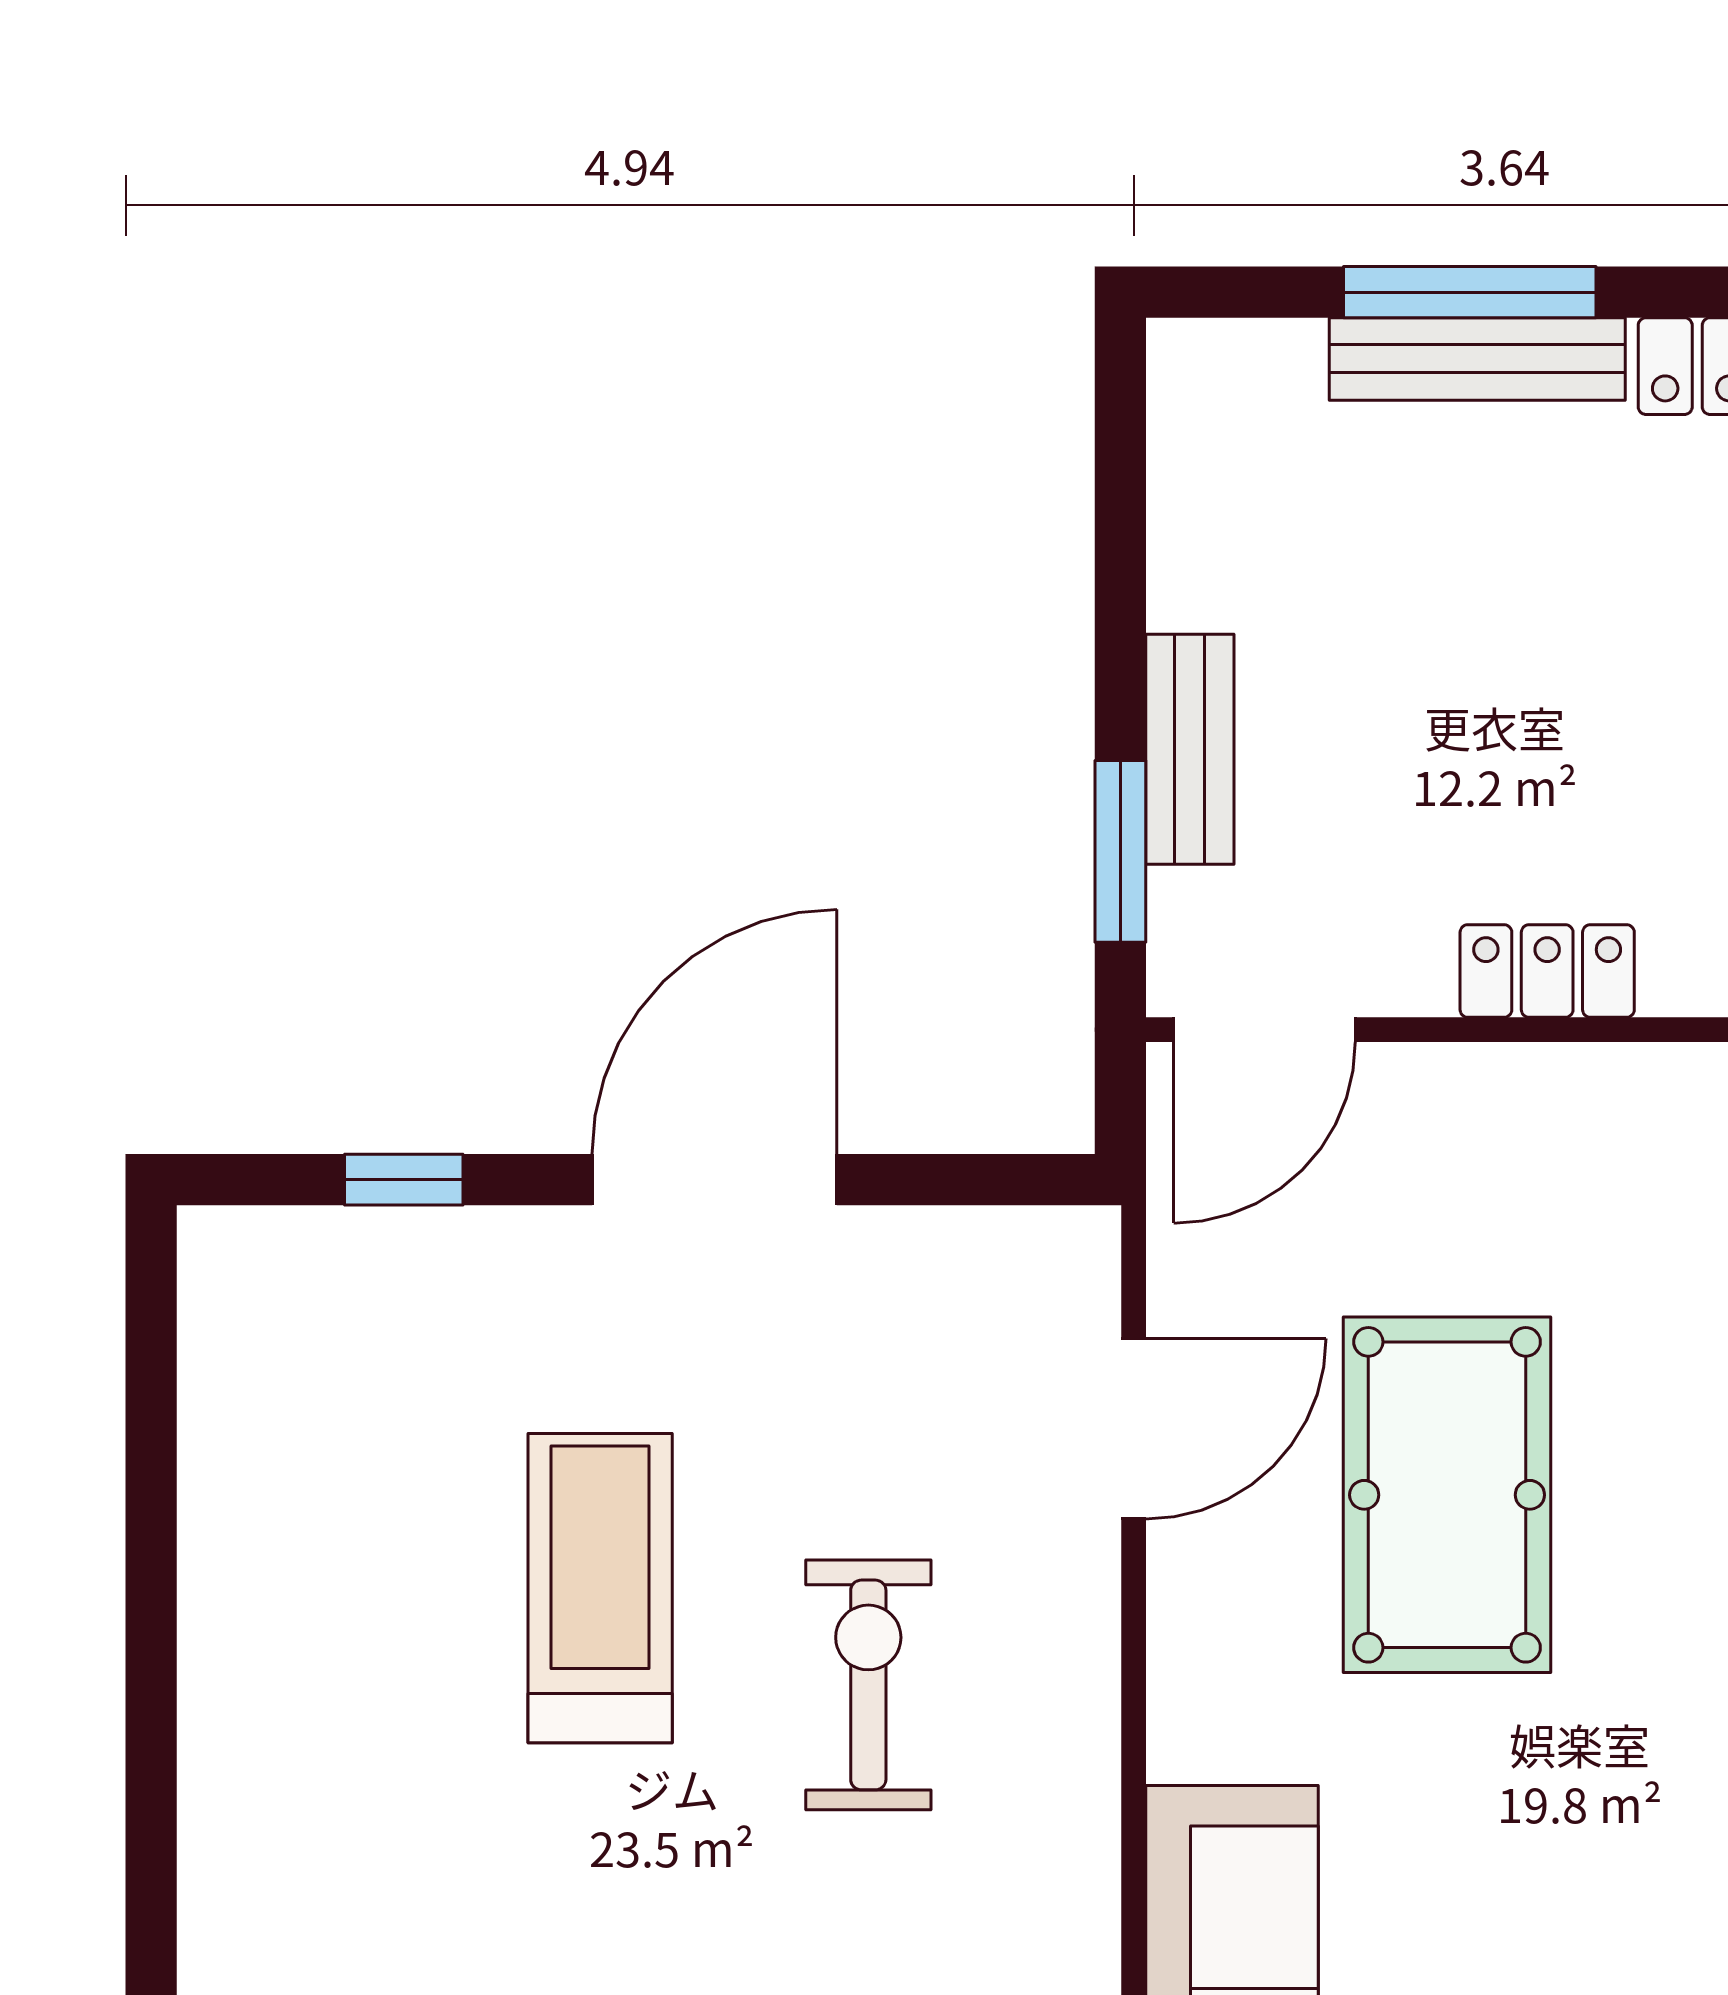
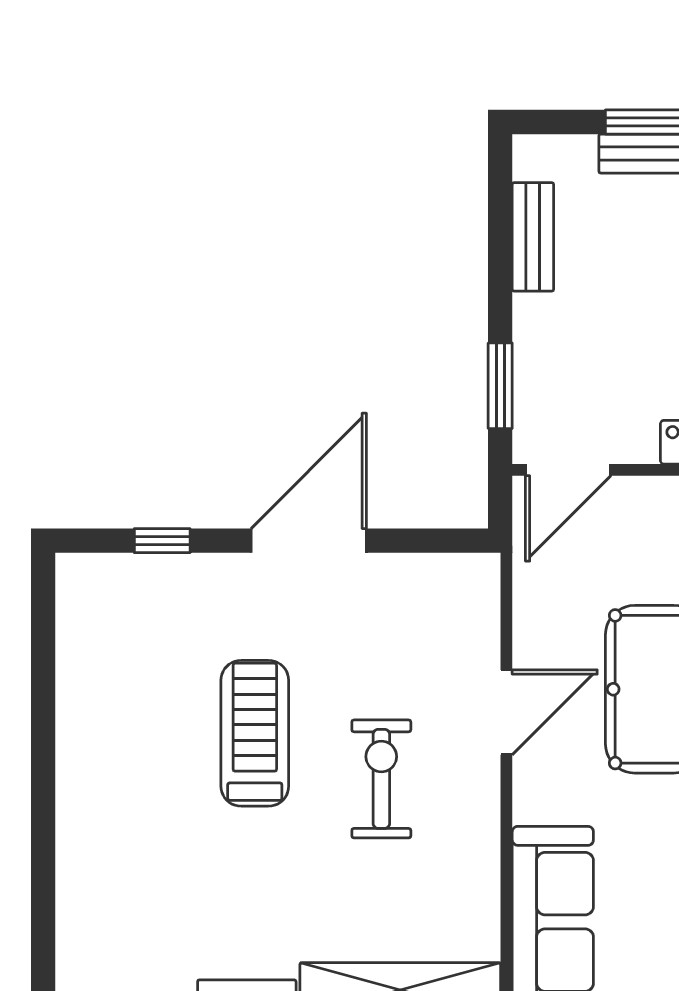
bench: (1190, 749) -> (533, 237), moved
door: (1134, 1429) -> (506, 712), moved

